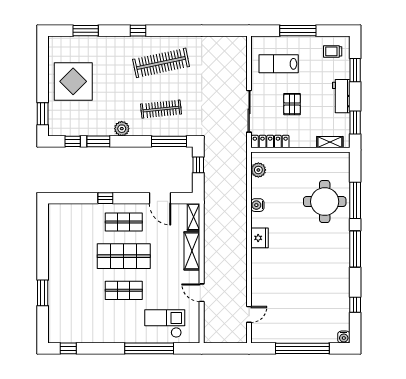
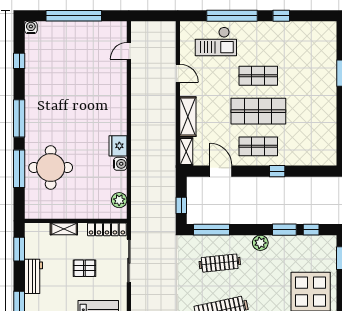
pallet: (292, 104) -> (84, 268), turned 90
shelving: (330, 142) -> (64, 229), moved
fridge: (260, 238) -> (118, 146), moved
window: (68, 348) -> (281, 16), moved

